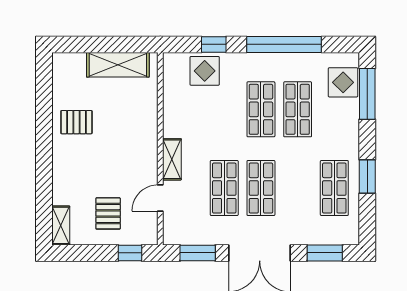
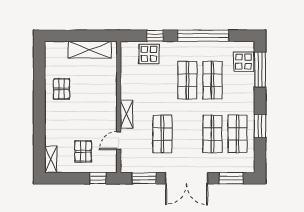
pallet: (76, 122) -> (61, 89), turned 90
shop shelf: (261, 188) -> (213, 134), moved

